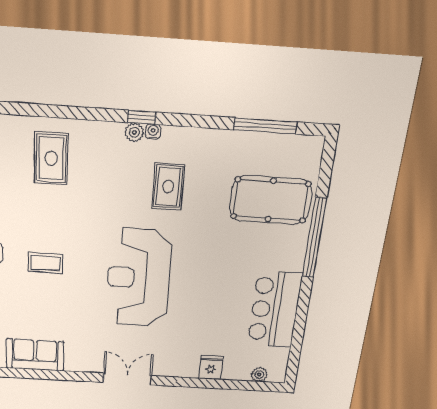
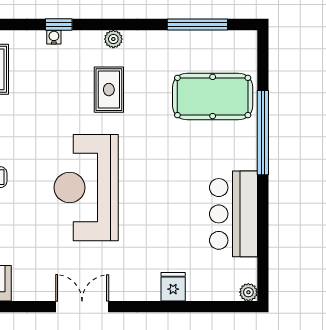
window: (141, 117) -> (59, 25), moved
plant: (134, 132) -> (113, 39), moved
water cooler: (153, 132) -> (54, 37), moved
plant: (259, 374) -> (248, 292), moved

